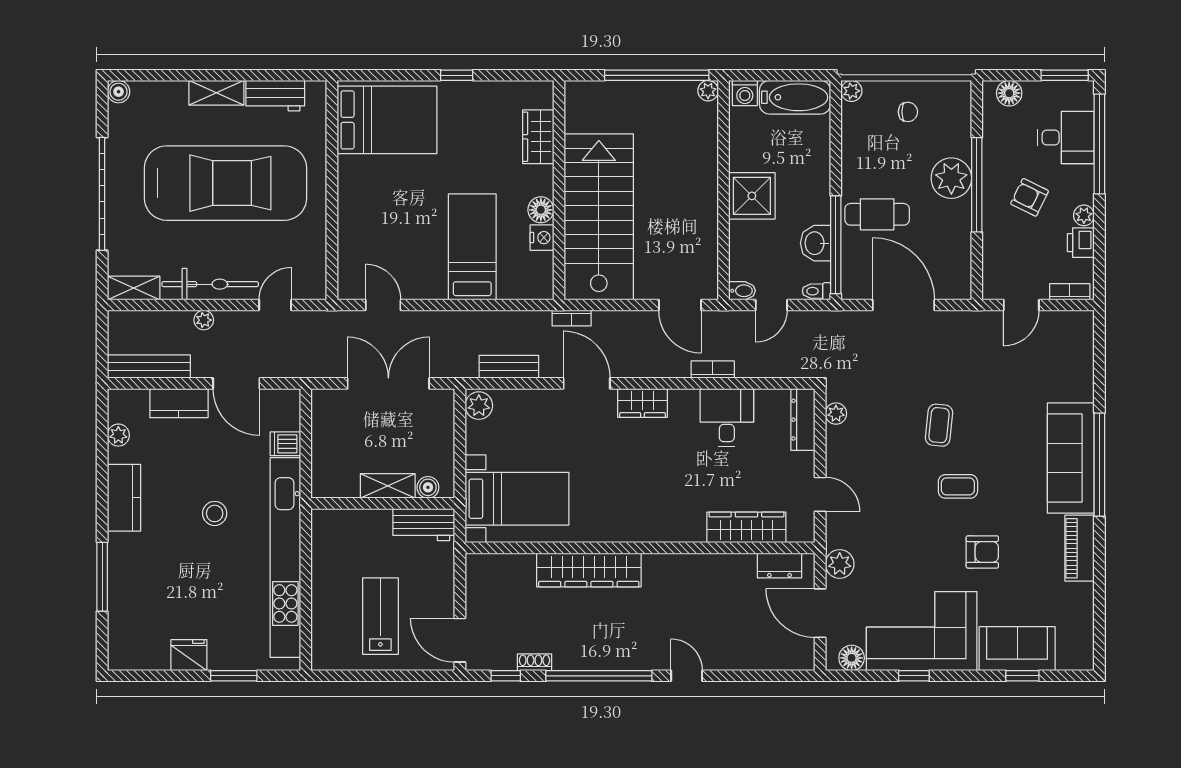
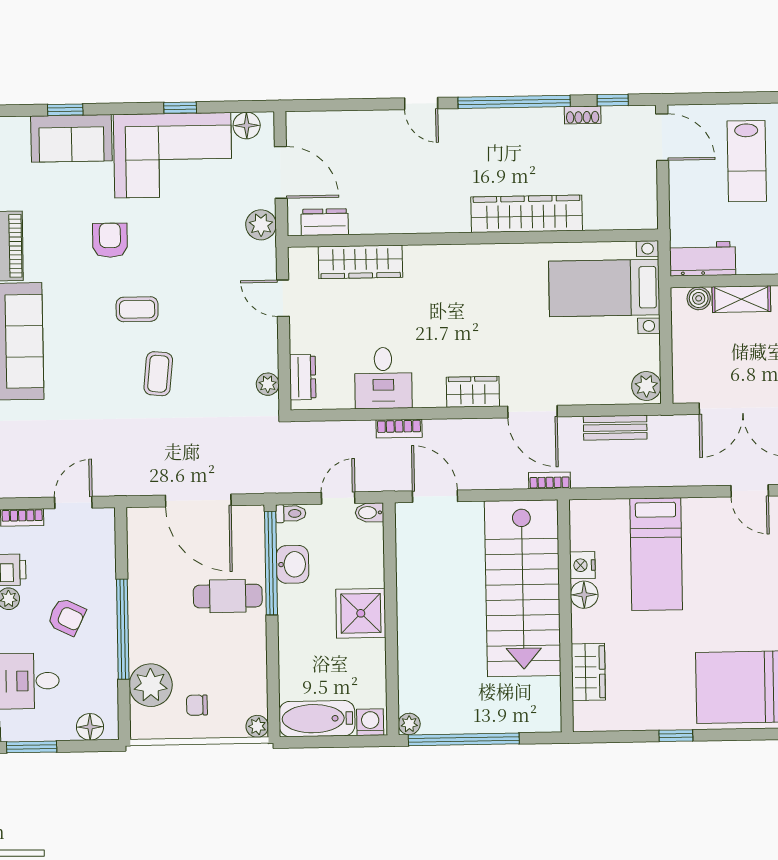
plant: (951, 178) -> (151, 685), moved
dresser: (803, 420) -> (303, 377), width x0.70
armchair: (982, 552) -> (110, 240), turned 90

